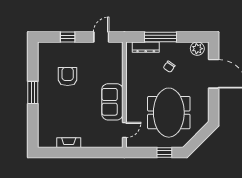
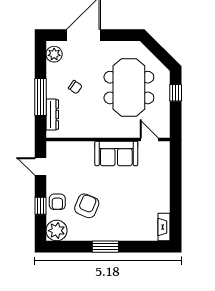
plant: (46, 51) -> (57, 231), added
armchair: (71, 51) -> (57, 202), added
armchair: (68, 77) -> (87, 206), turned 113
meeting table: (169, 113) -> (129, 88), turned 90
fireplace: (69, 143) -> (164, 227), moved

